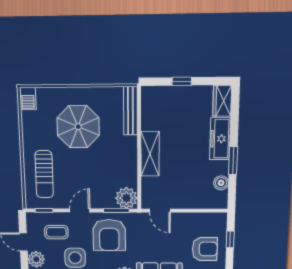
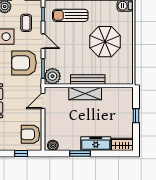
bench: (130, 111) -> (88, 79), moved
boiler: (221, 183) -> (53, 145), moved
armchair: (205, 249) -> (30, 134), moved, turned 90

